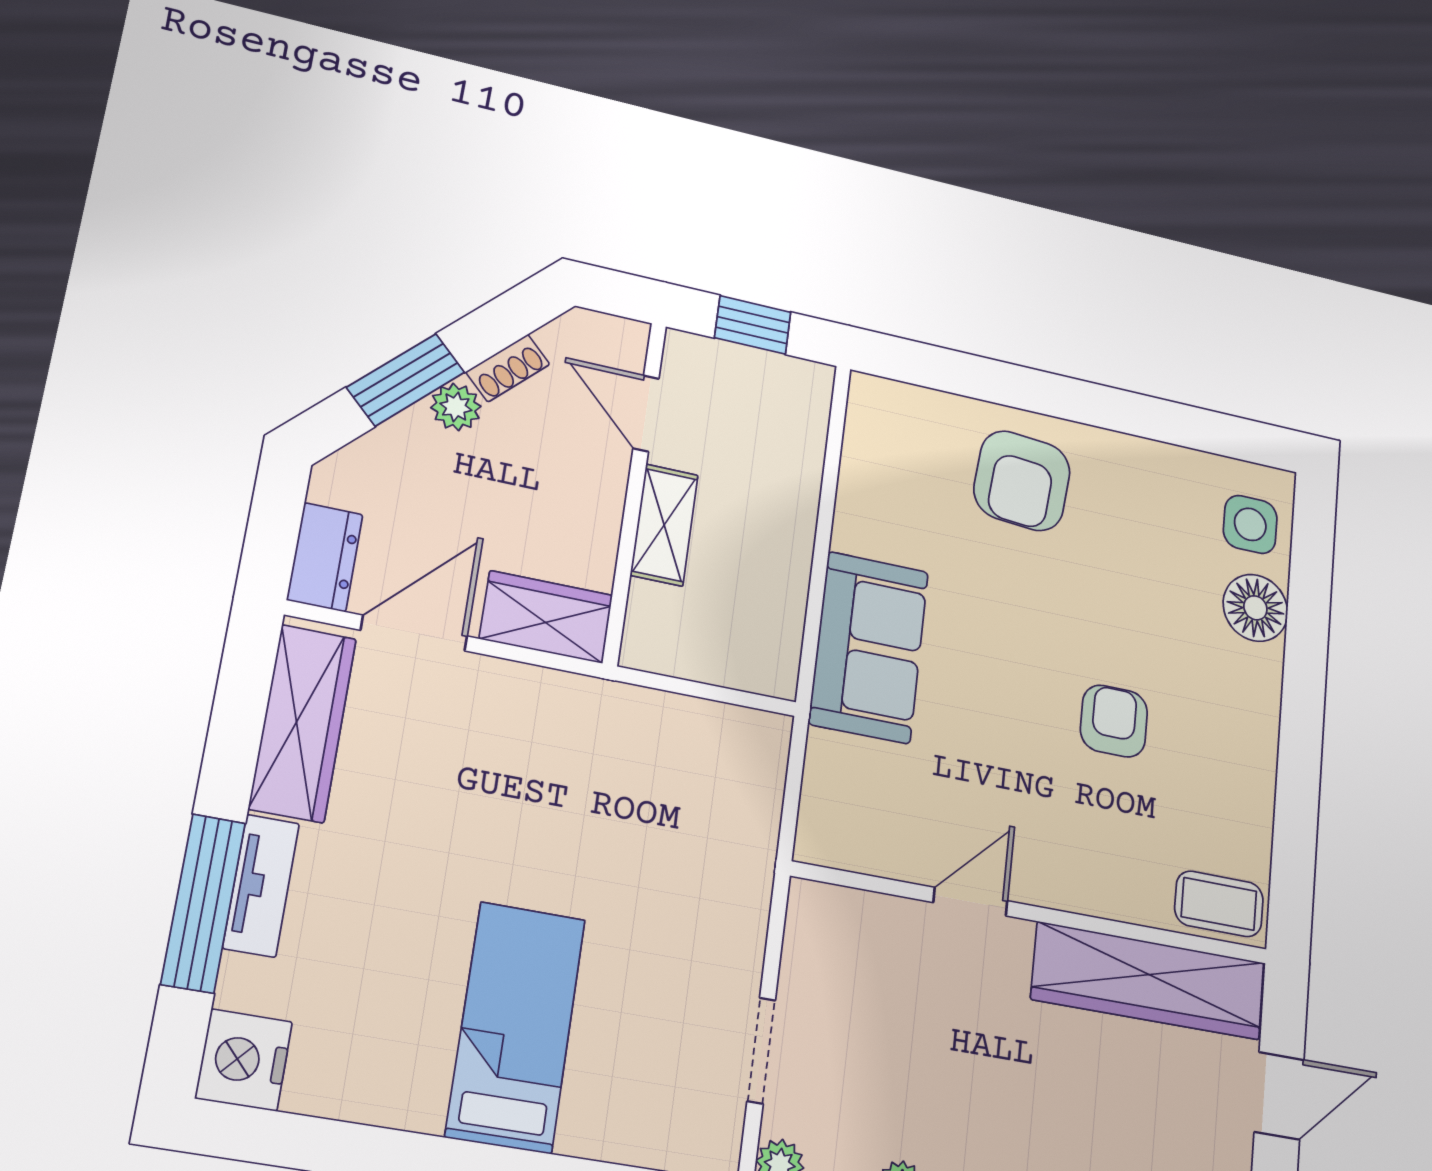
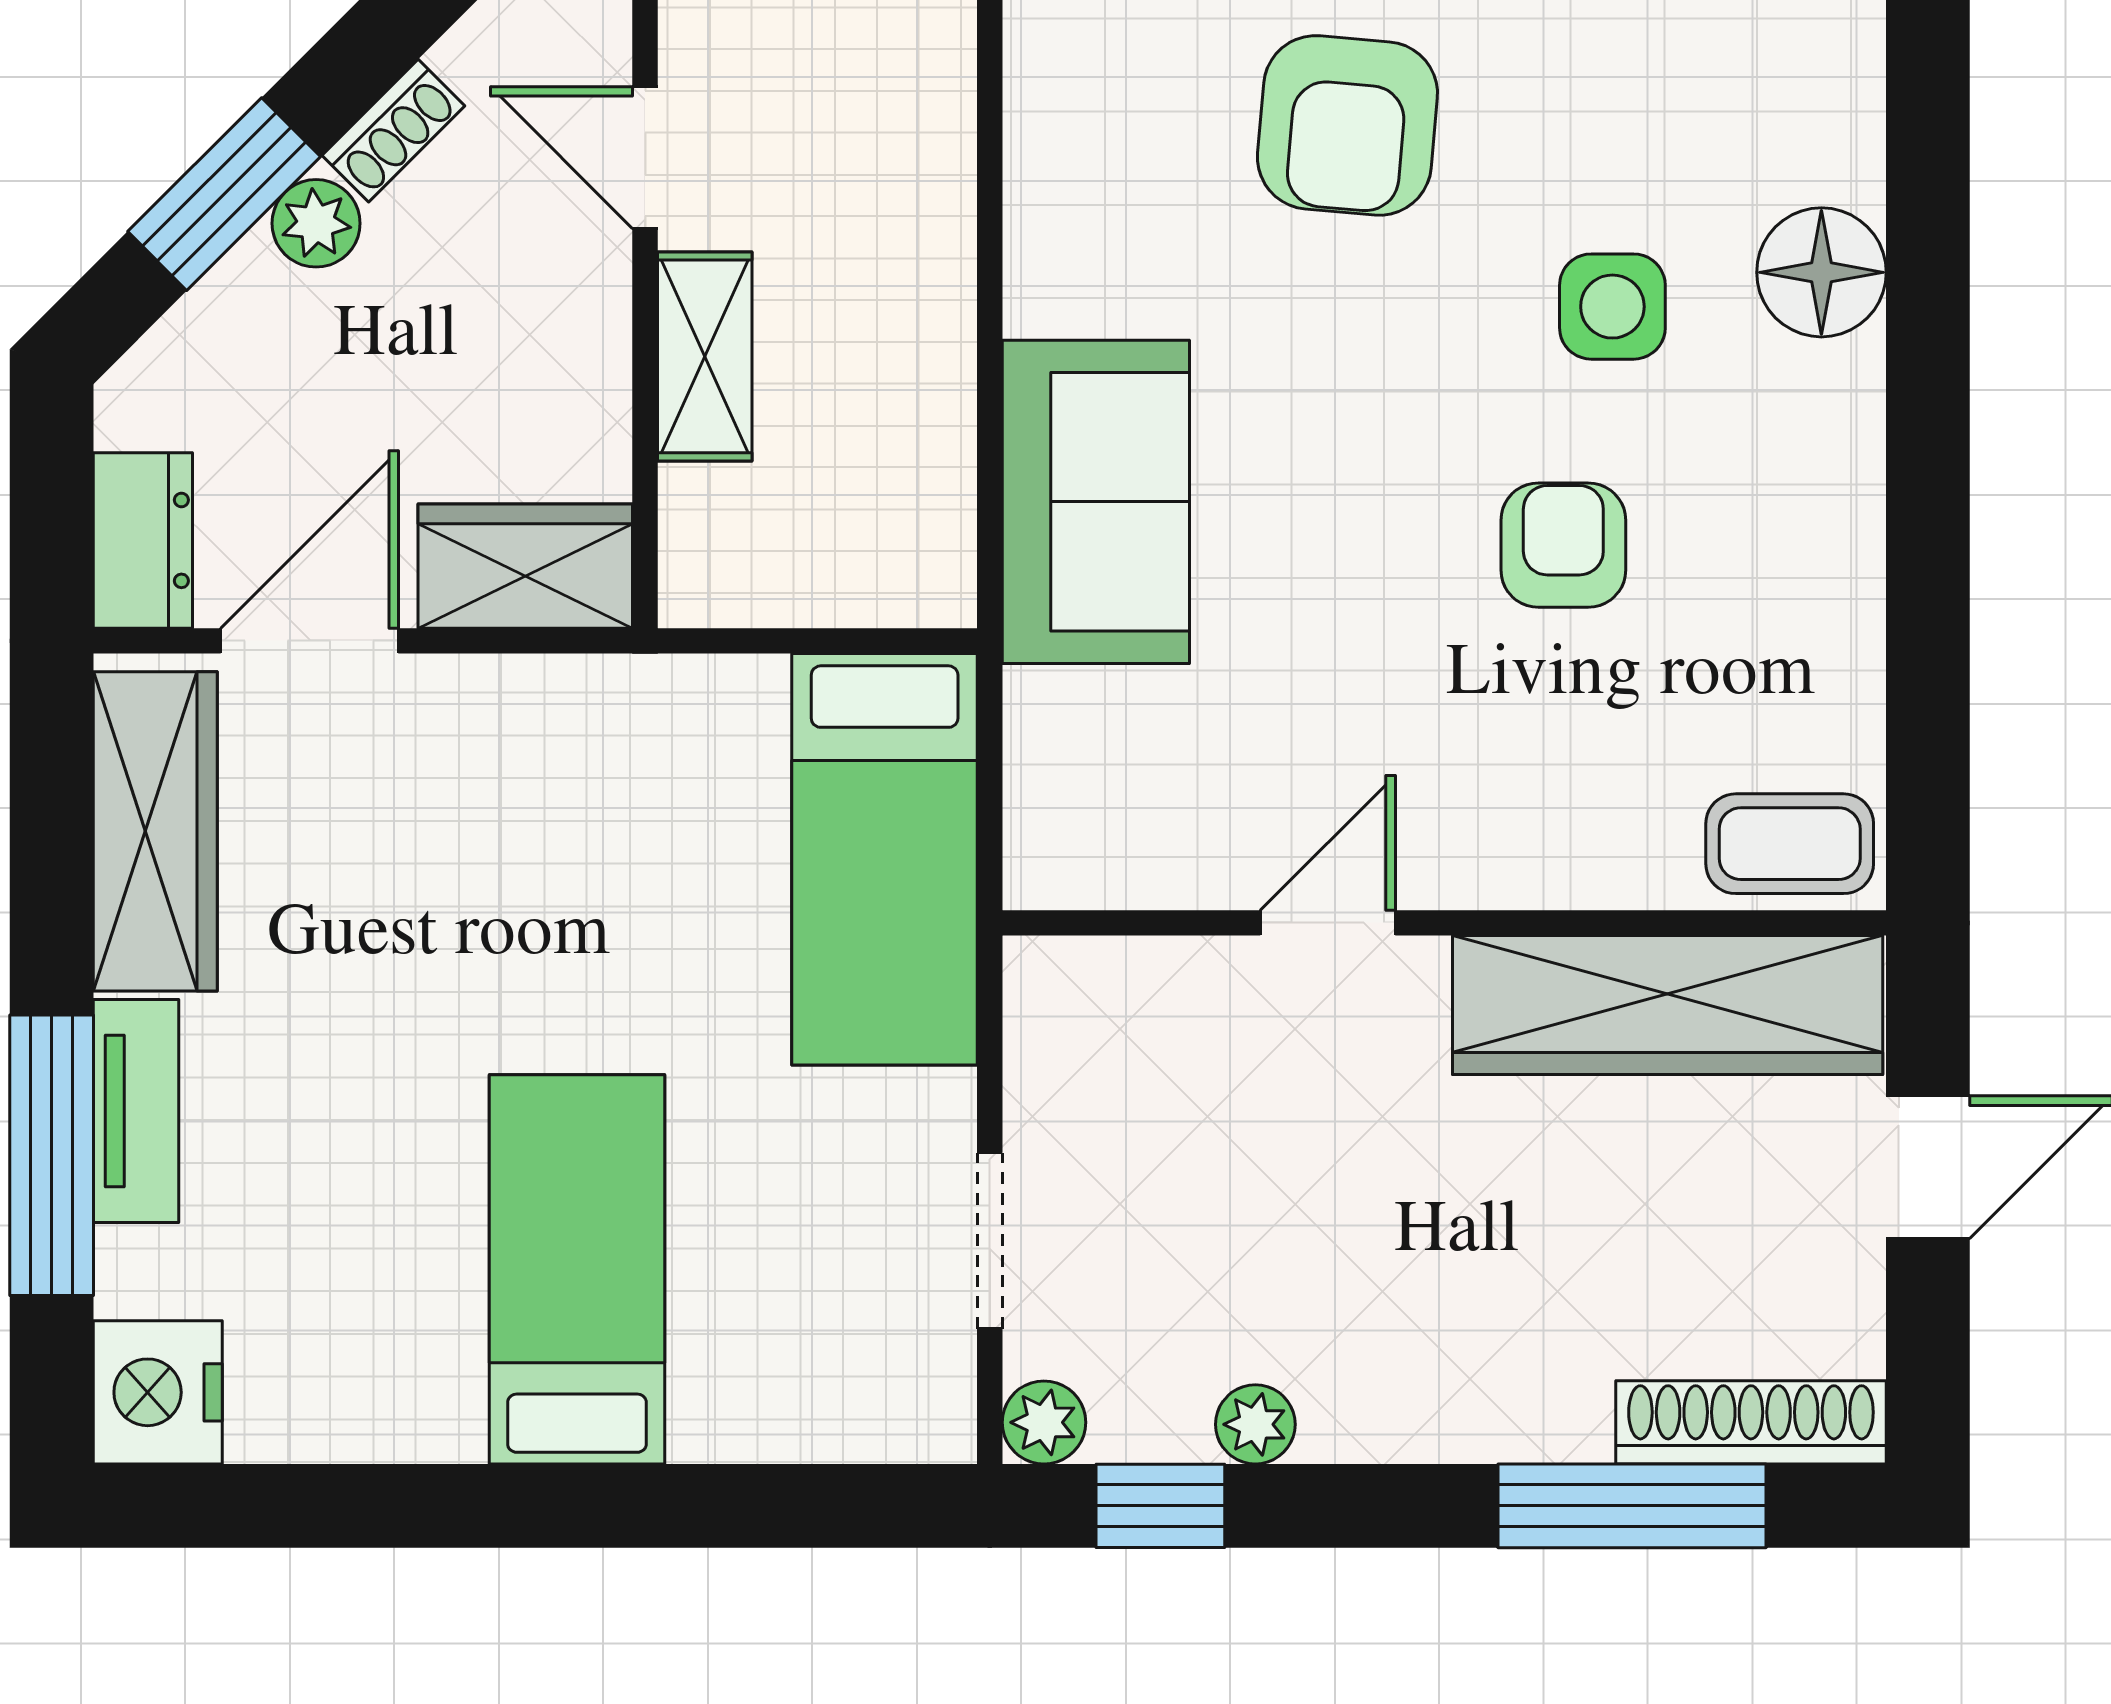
side table: (1250, 524) -> (1612, 307), moved
bed: (728, 820) -> (885, 859), added

